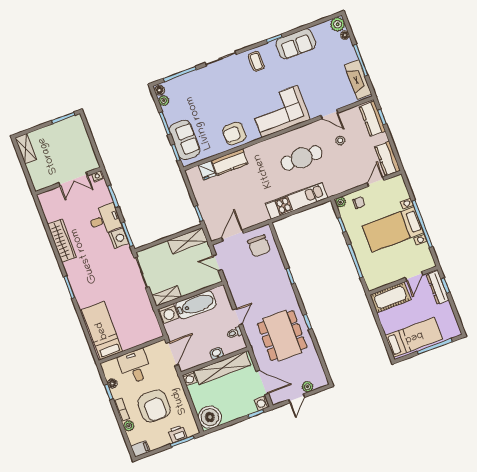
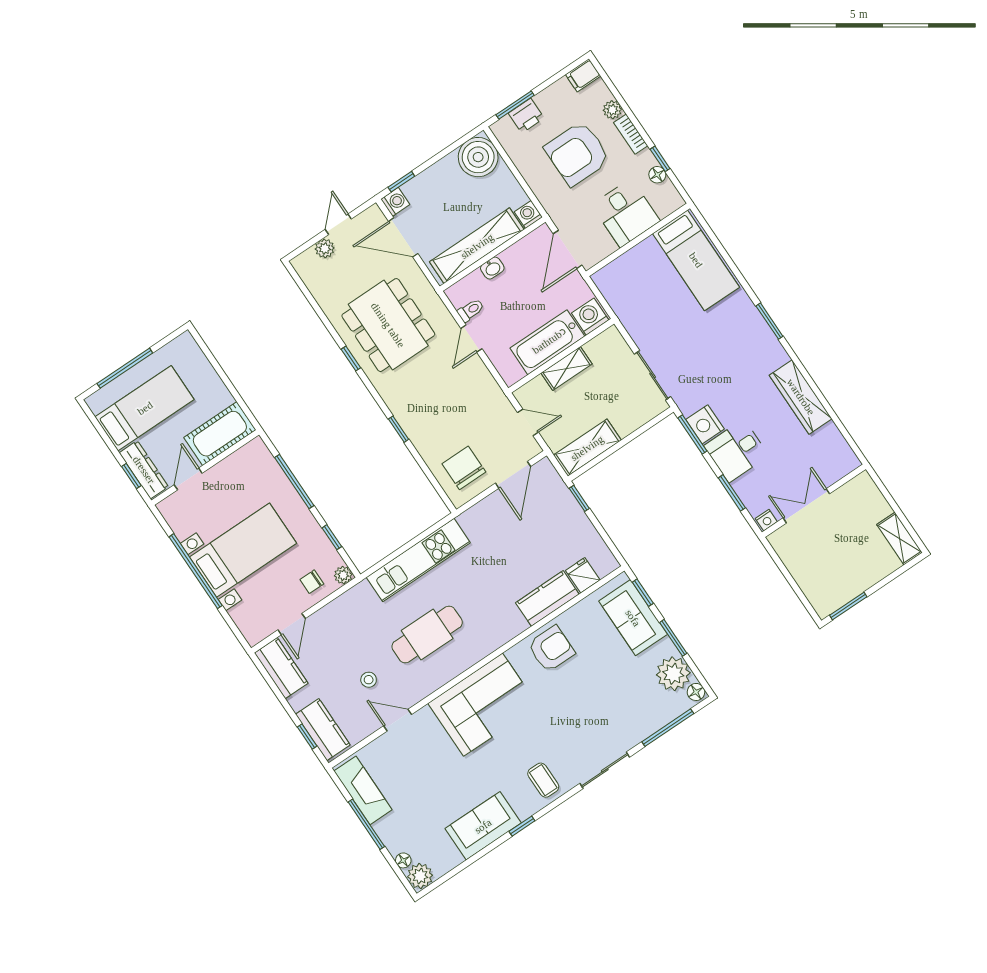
plant: (164, 101) -> (673, 674), width x1.88, depth x1.88
shelving: (167, 296) -> (566, 368), moved
bed: (414, 337) -> (145, 408), moved, turned 180
armchair: (154, 406) -> (577, 154), turned -90

